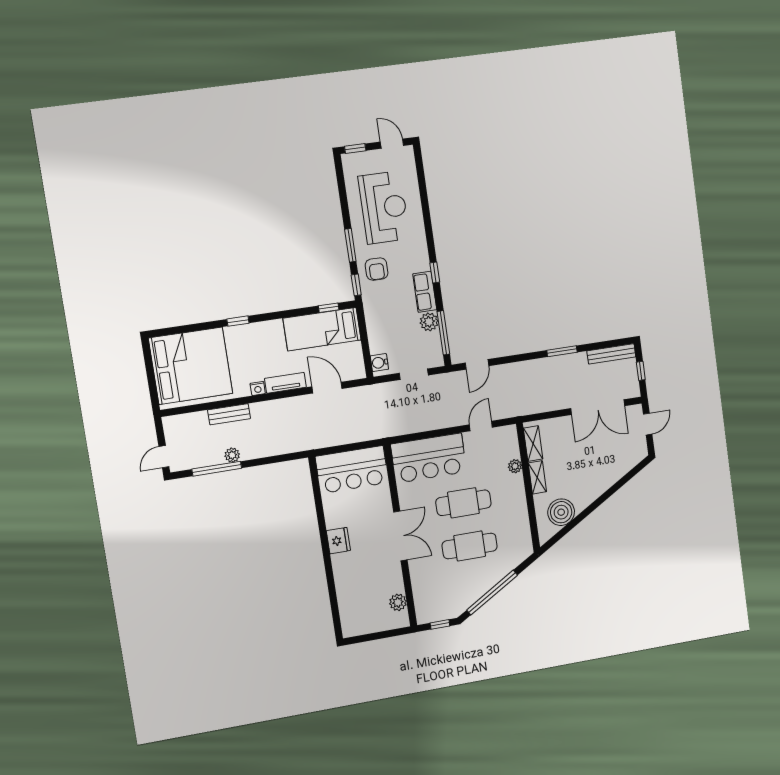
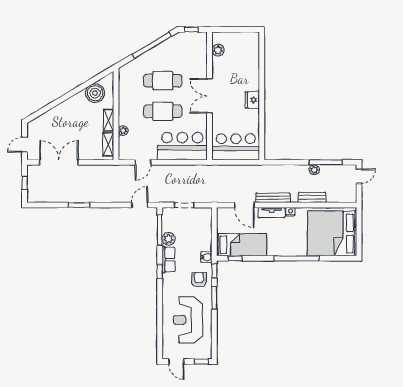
window: (238, 321) -> (297, 258), width x3.17
bench: (611, 354) -> (273, 198), moved
water cooler: (379, 363) -> (206, 257), moved

